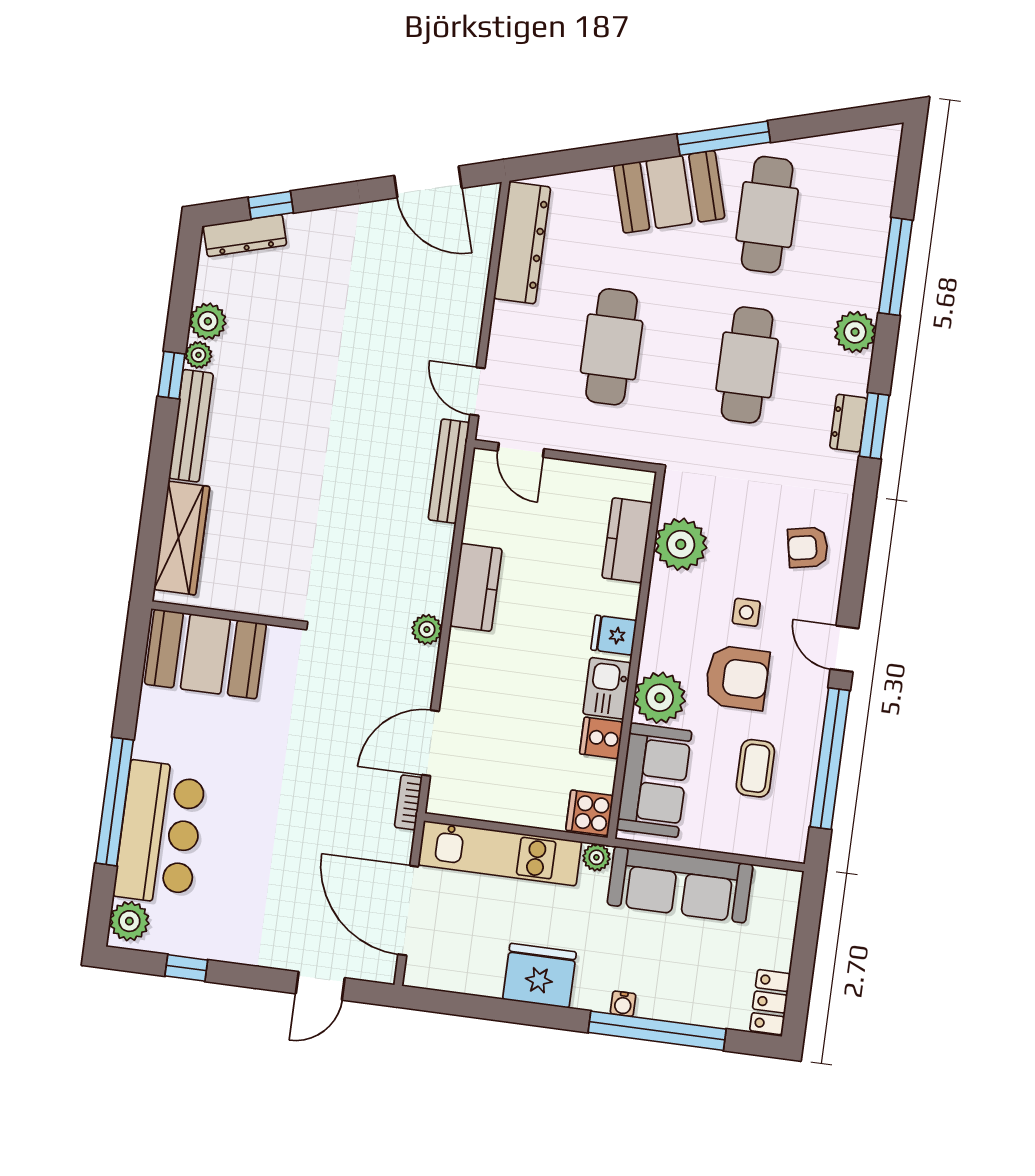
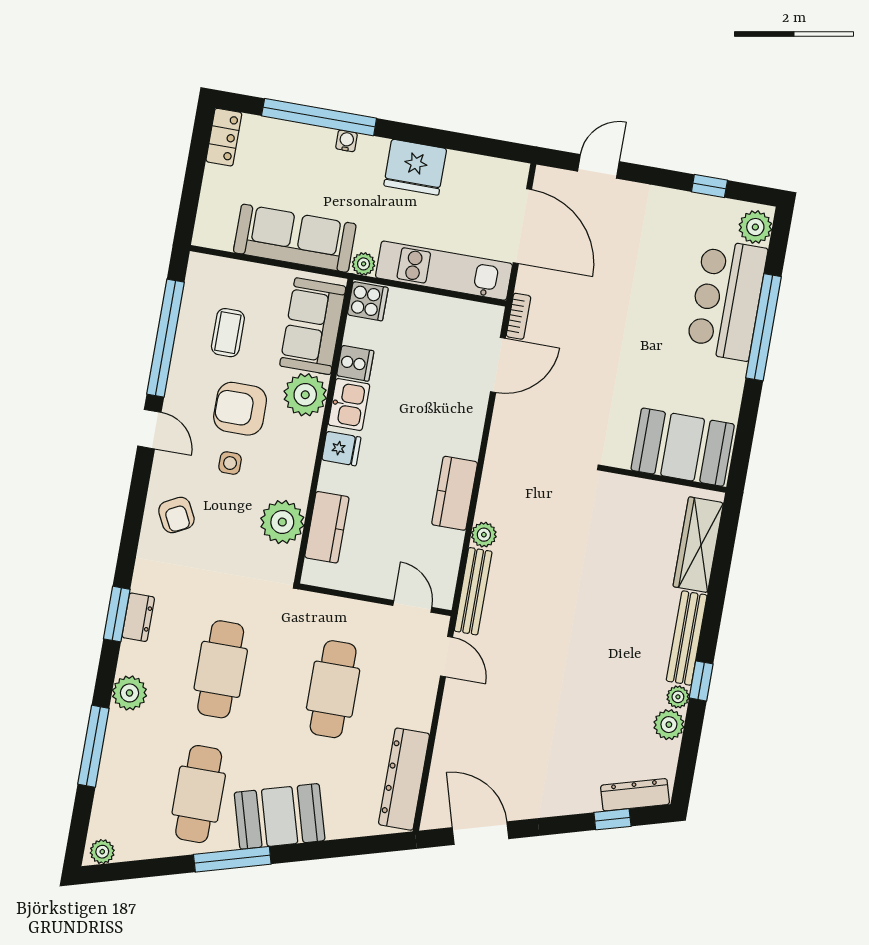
plant: (880, 141) -> (102, 852), added
armchair: (808, 547) -> (176, 515), turned 74
plant: (427, 629) -> (484, 535), moved

